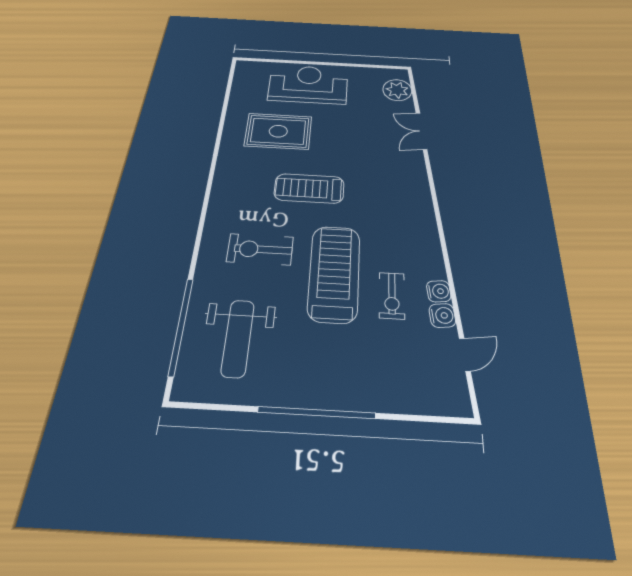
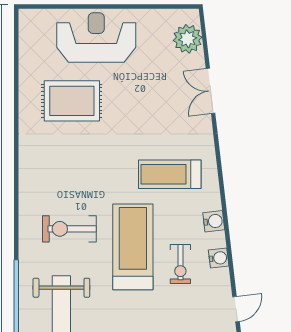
treadmill: (309, 188) -> (170, 174), moved
water cooler: (442, 316) -> (214, 221), moved

